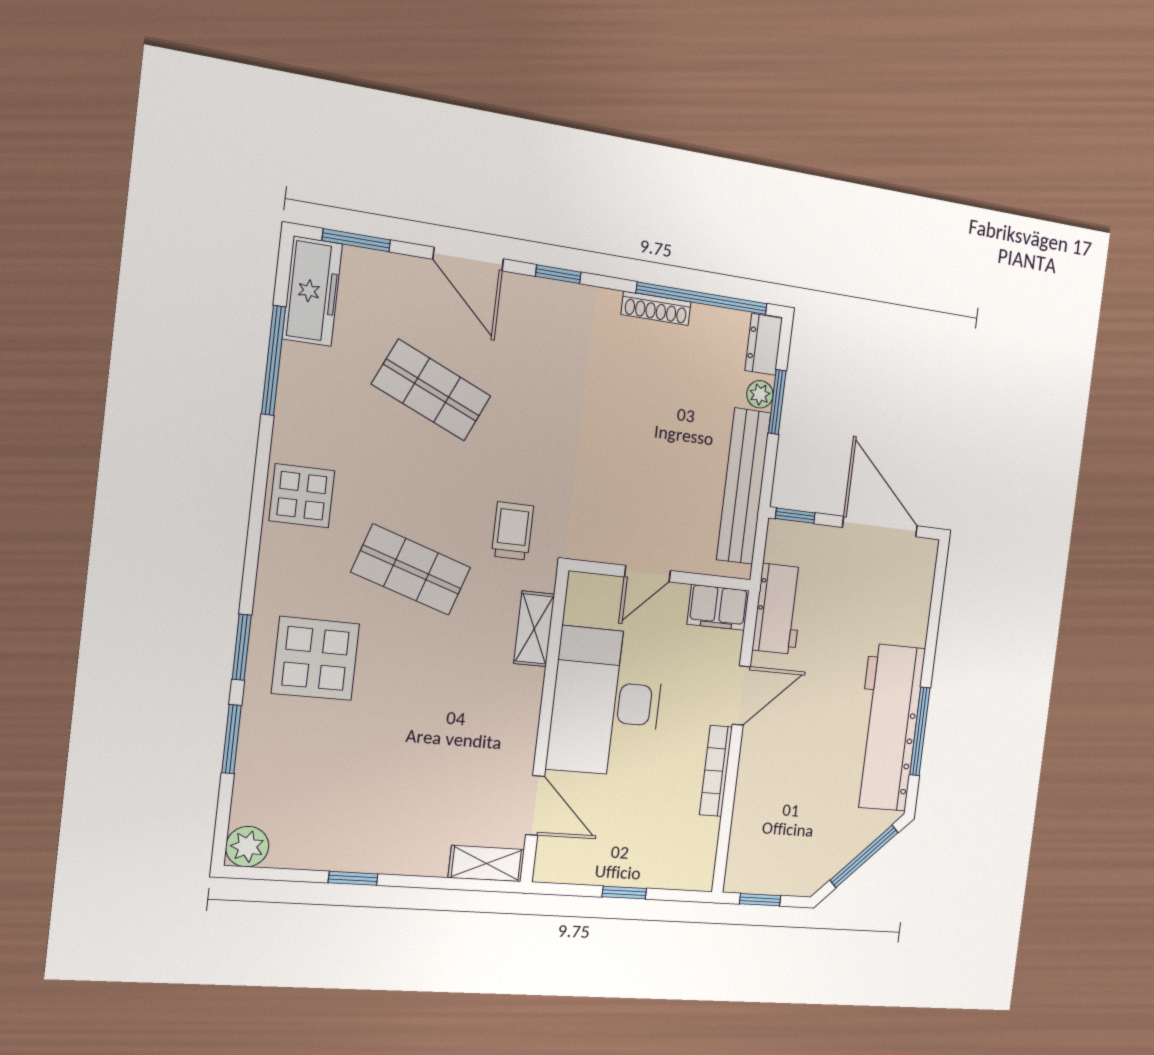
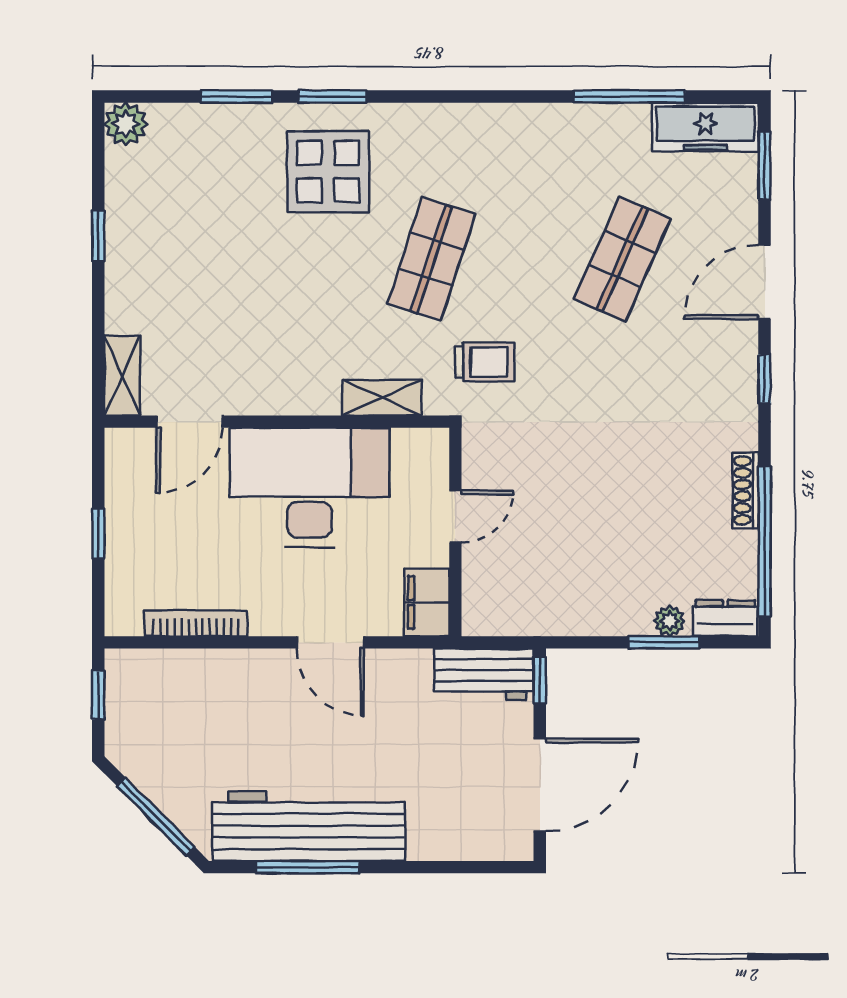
bench: (744, 486) -> (565, 615), removed
display table: (302, 496) -> (495, 139), removed
door: (647, 574) -> (455, 517), swing flipped
workbench: (779, 609) -> (484, 674), moved
bookcase: (716, 771) -> (196, 623), moved

